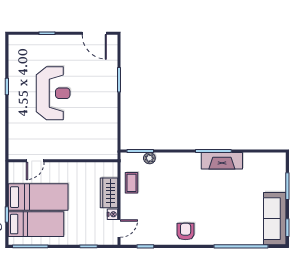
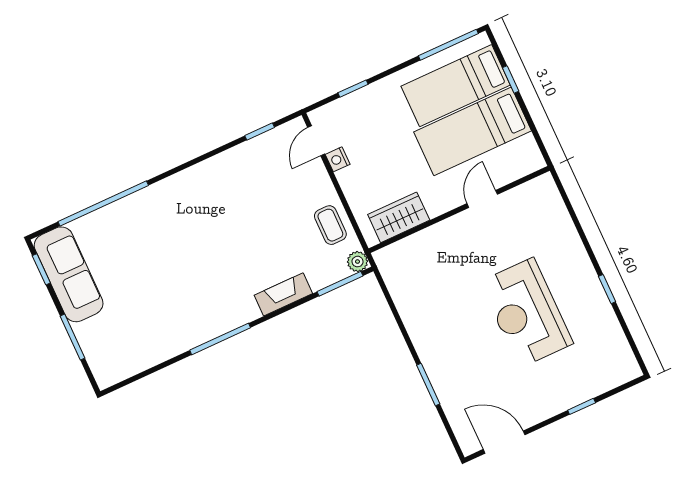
plant: (149, 158) -> (358, 262), moved
door: (35, 161) -> (482, 199), moved
fireplace: (222, 161) -> (283, 294), moved, width x0.73, depth x0.76
wardrobe: (109, 193) -> (399, 217), moved, turned -90
armchair: (186, 232) -> (205, 186), removed

